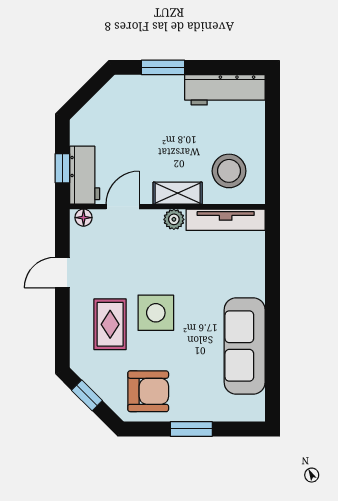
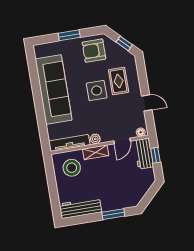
door: (62, 273) -> (147, 103), hinge flipped
sofa: (245, 346) -> (54, 90), width x1.36, depth x1.27

